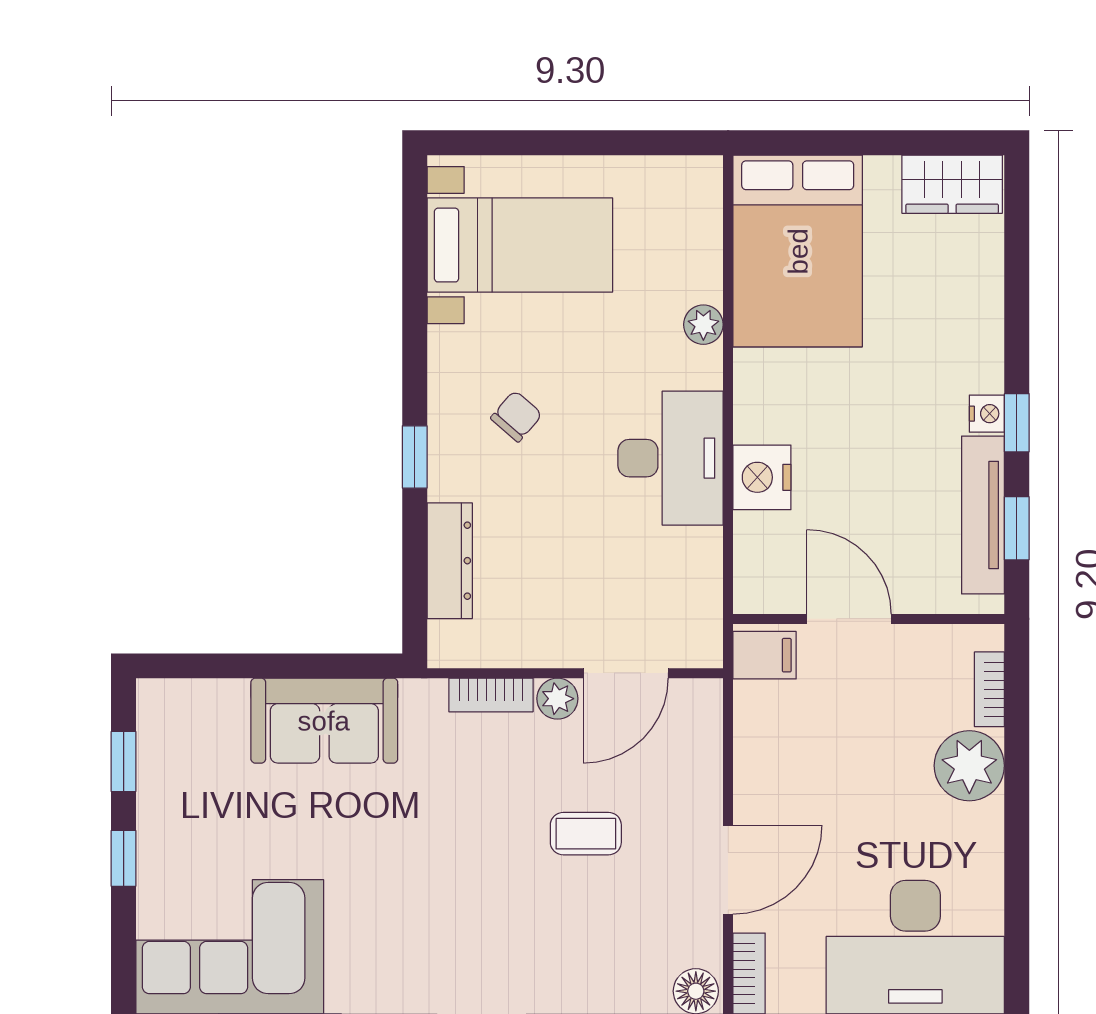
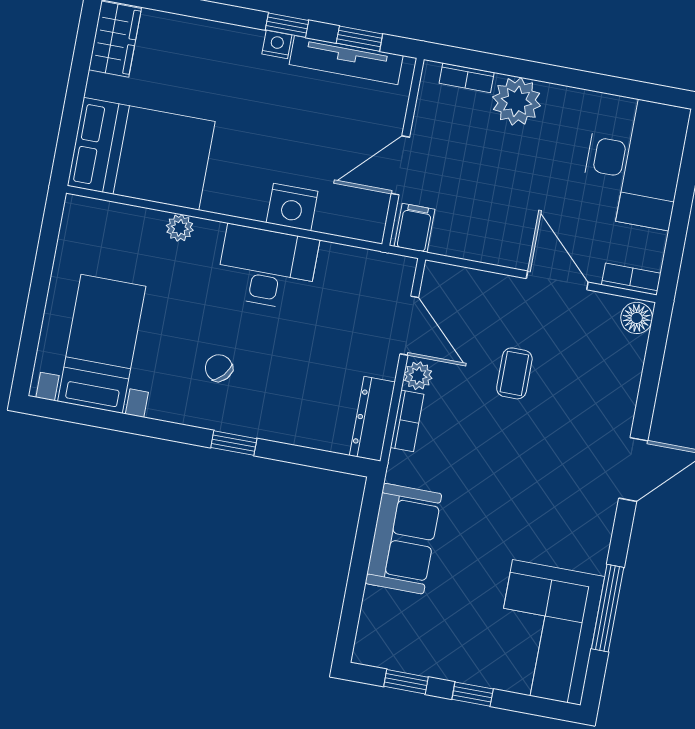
dresser: (450, 561) -> (372, 419), moved, turned -90

